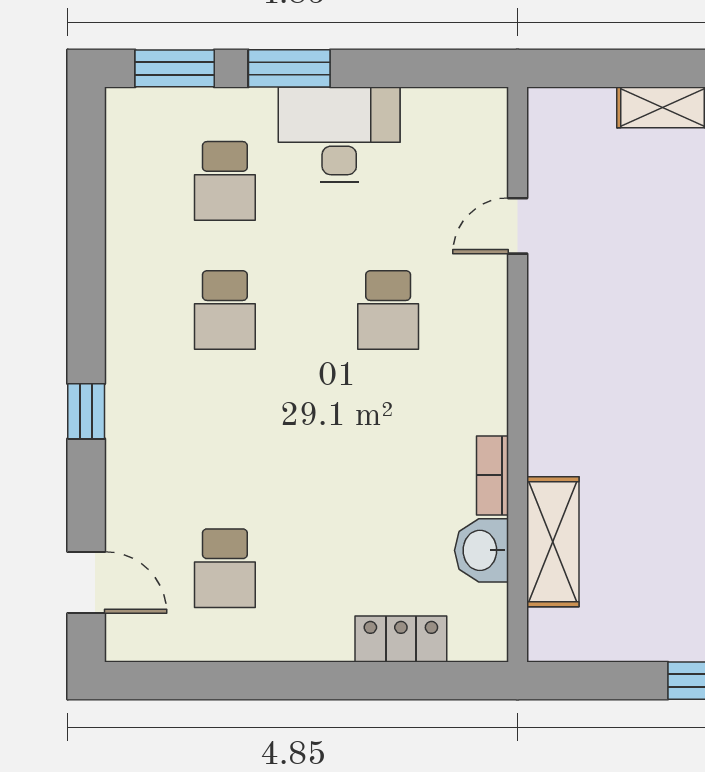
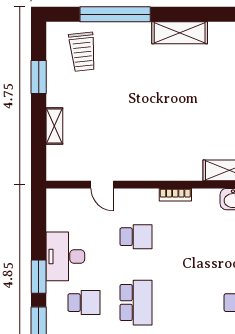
school desk: (225, 310) -> (136, 303), width x1.85
bookcase: (492, 475) -> (175, 195), moved

